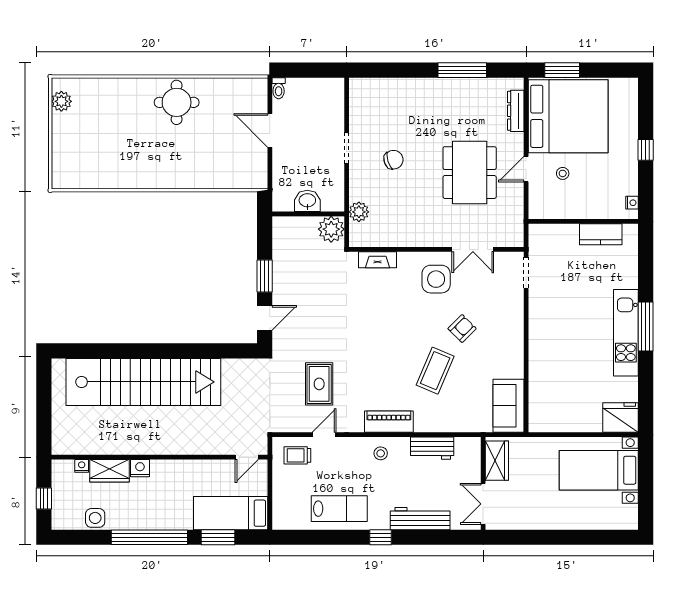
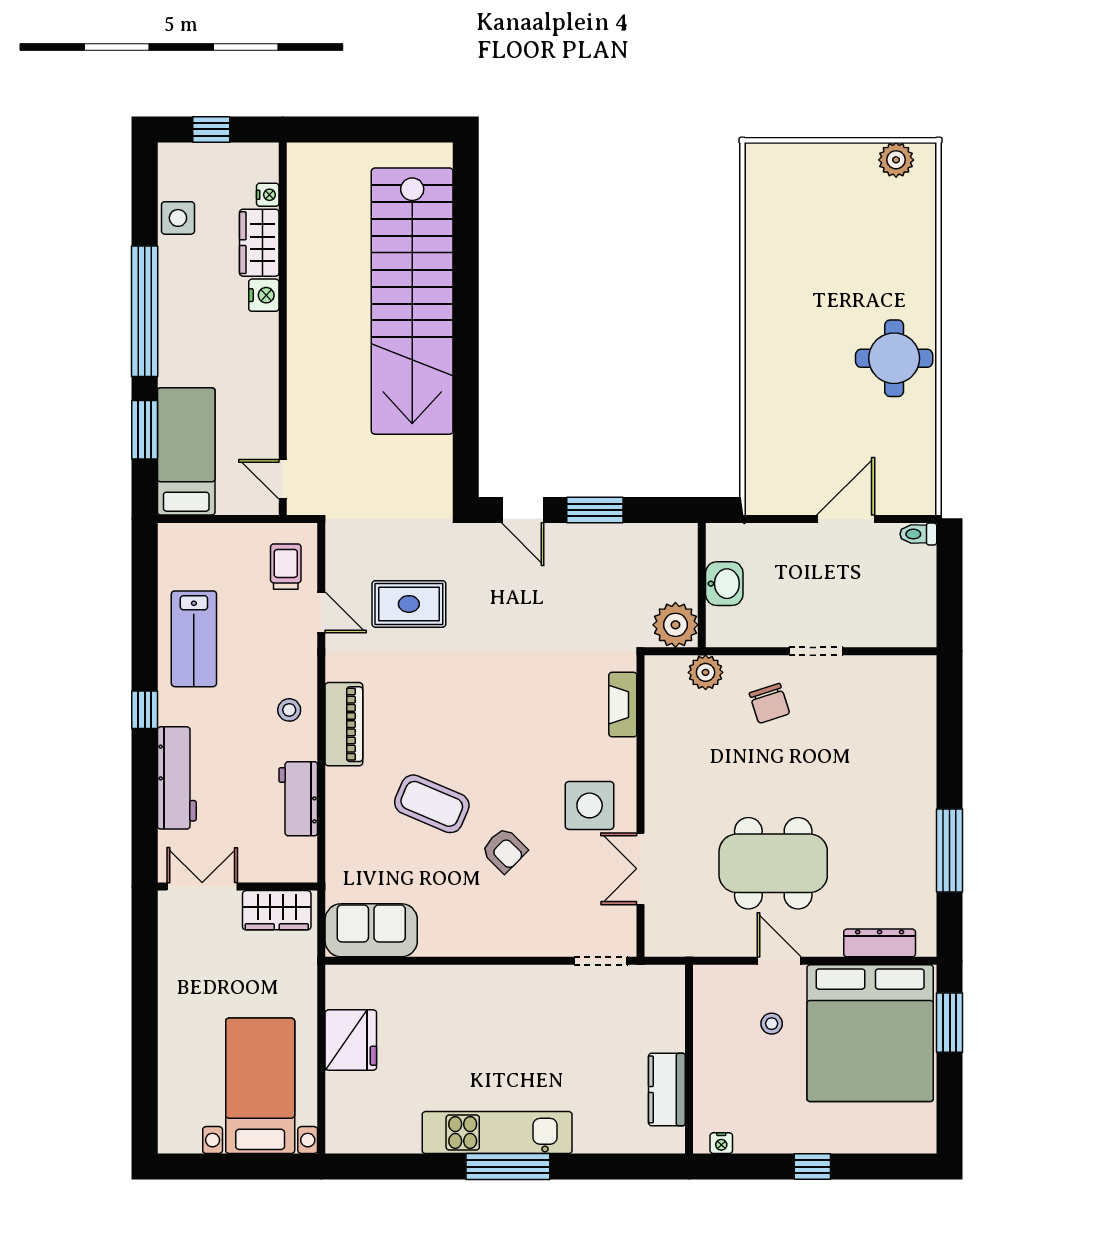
chair: (393, 160) -> (769, 703), moved
fridge: (621, 418) -> (351, 1040), moved

